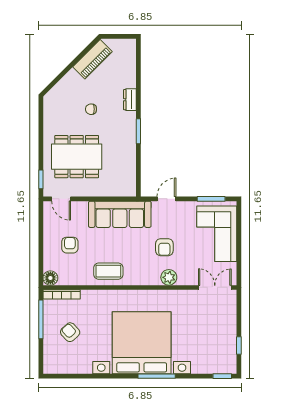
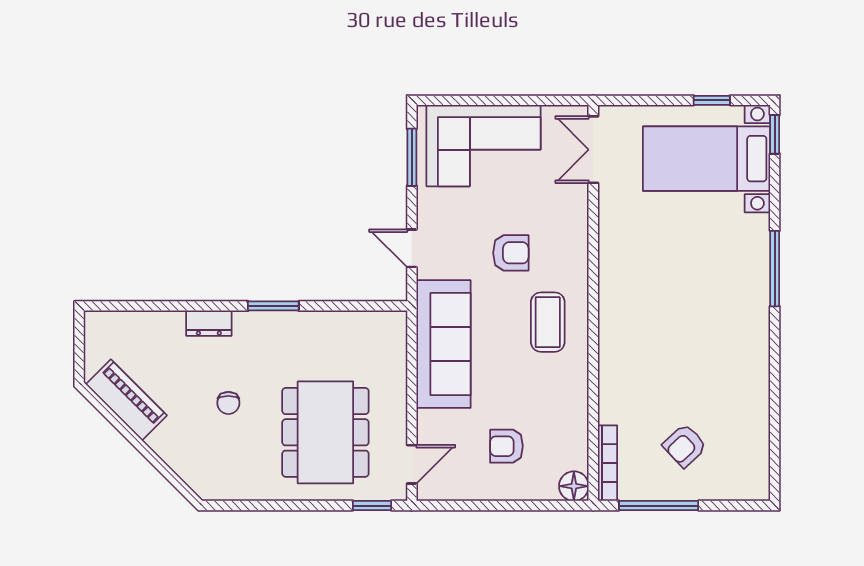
coffee table: (108, 271) -> (548, 322), moved
plant: (169, 277) -> (573, 244), removed
bed with nightstands: (142, 343) -> (707, 159), moved, width x0.54

